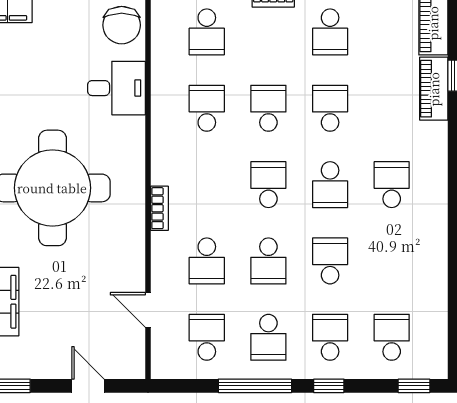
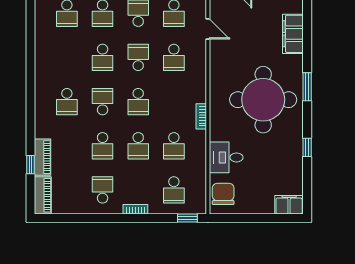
school desk: (207, 32) -> (174, 190), turned 180
bookcase: (160, 208) -> (201, 116), moved
school desk: (207, 261) -> (174, 57), turned 180

